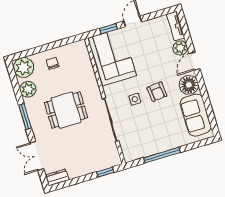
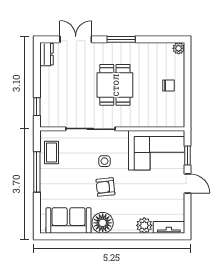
door: (195, 61) -> (126, 236), removed
plant: (24, 67) -> (179, 48), width x0.53, depth x0.53
plant: (28, 89) -> (149, 51), removed
coffee table: (141, 148) -> (51, 152), added

